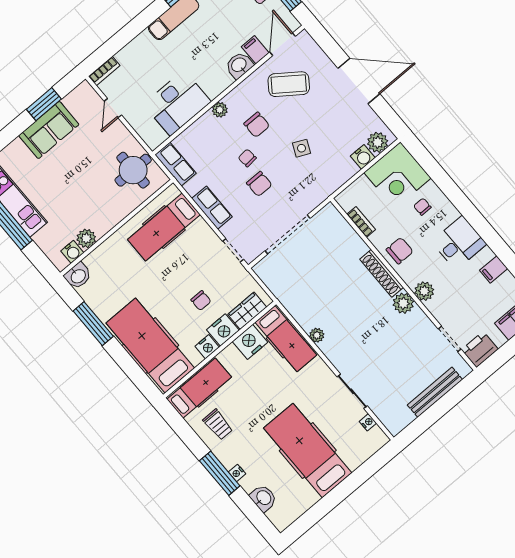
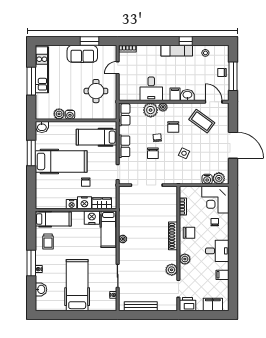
door: (283, 44) -> (214, 102), hinge flipped
filing cabinet: (255, 50) -> (175, 94), moved
desk: (177, 103) -> (151, 89), width x0.73
plant: (206, 128) -> (151, 110), added
round table: (133, 170) -> (96, 91), moved
water cooler: (72, 252) -> (70, 115), moved
plant: (403, 303) -> (172, 270), moved
hospital bed: (150, 346) -> (61, 161), moved, turned 90
bench: (435, 392) -> (141, 306), moved

